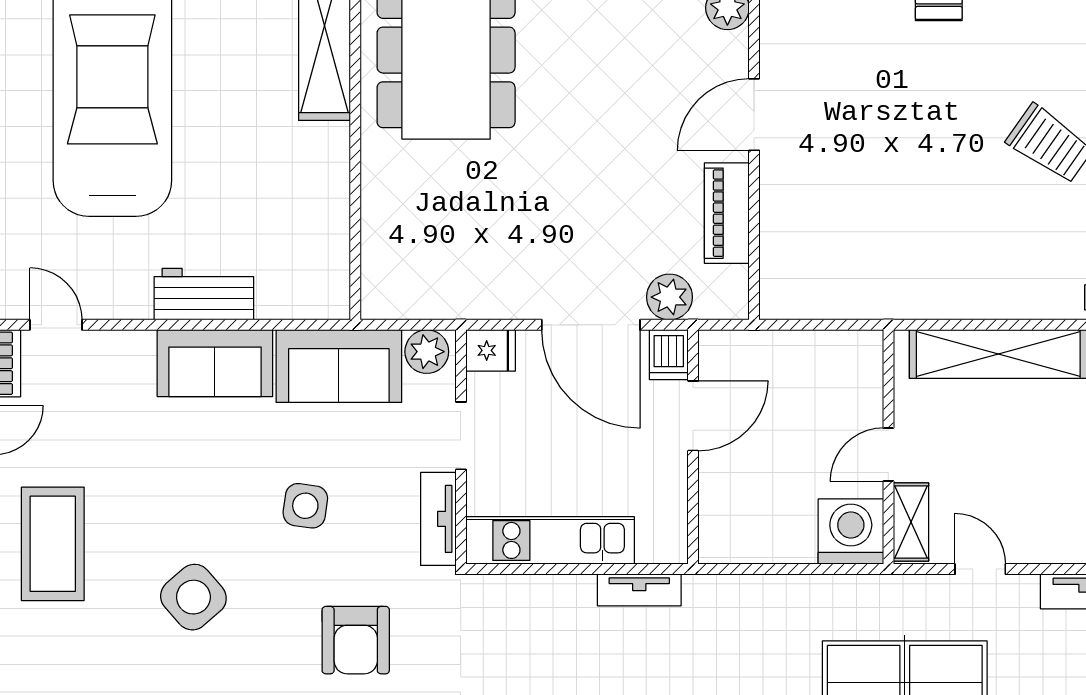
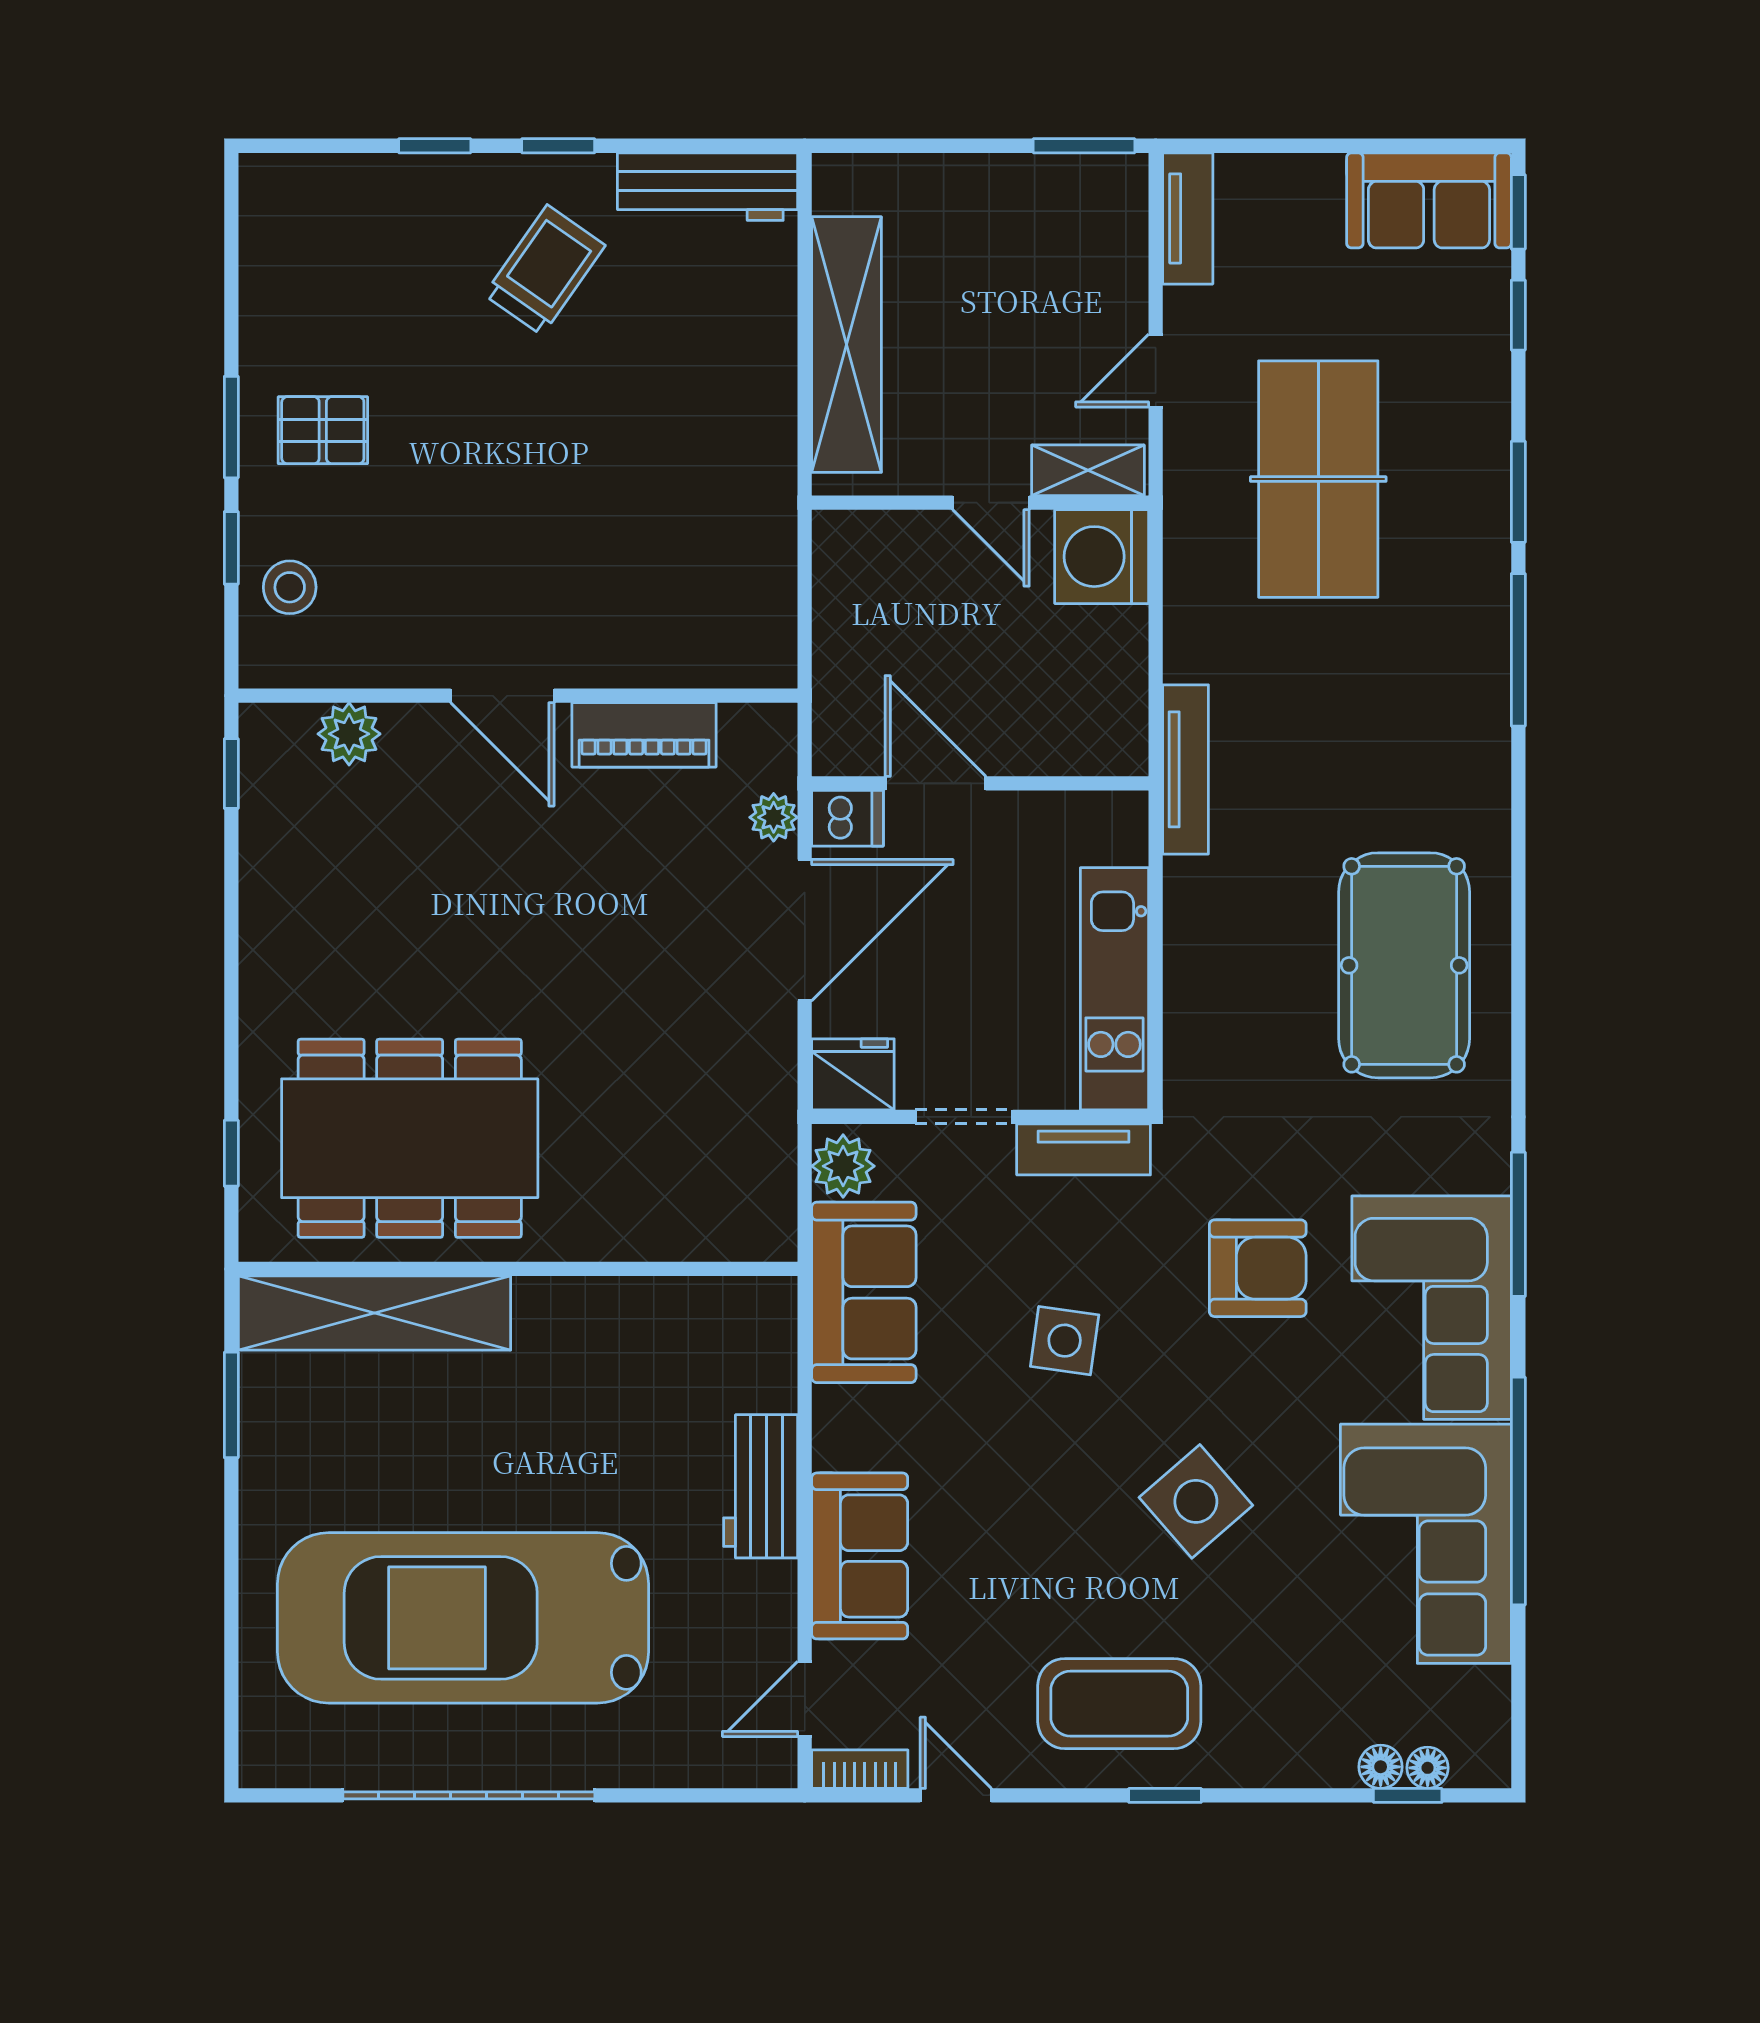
plant: (669, 297) -> (774, 817), width x0.73, depth x0.73
fridge: (491, 350) -> (853, 1074), width x1.38
sofa: (215, 363) -> (860, 1556), moved
tv unit: (639, 590) -> (1186, 769), moved, width x1.41

